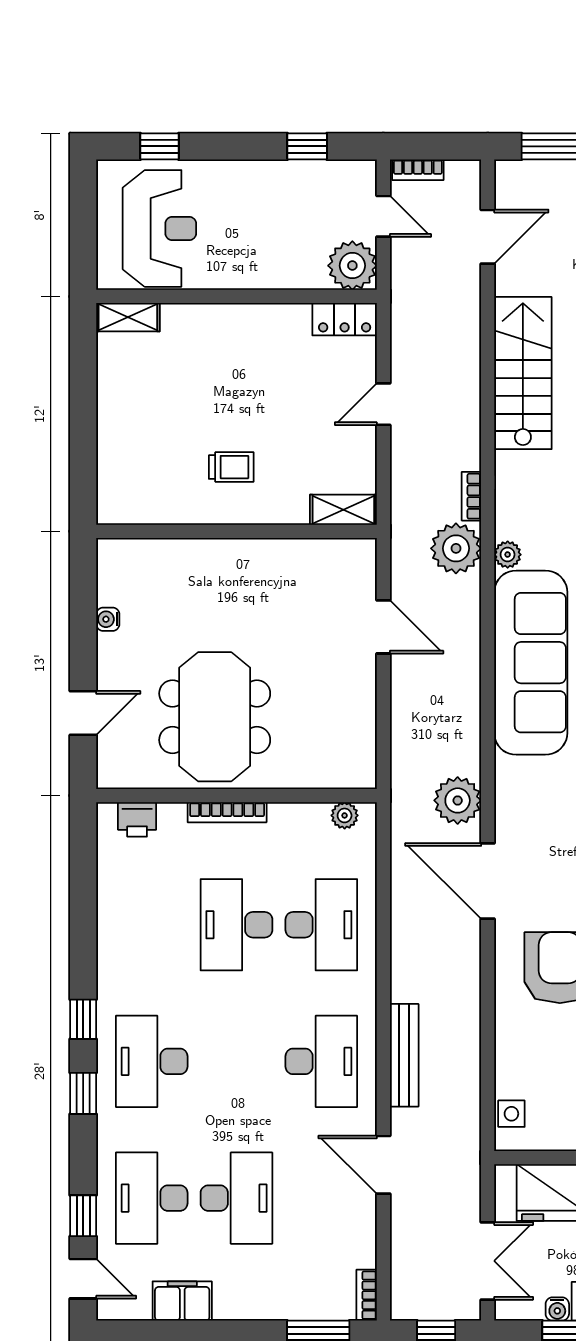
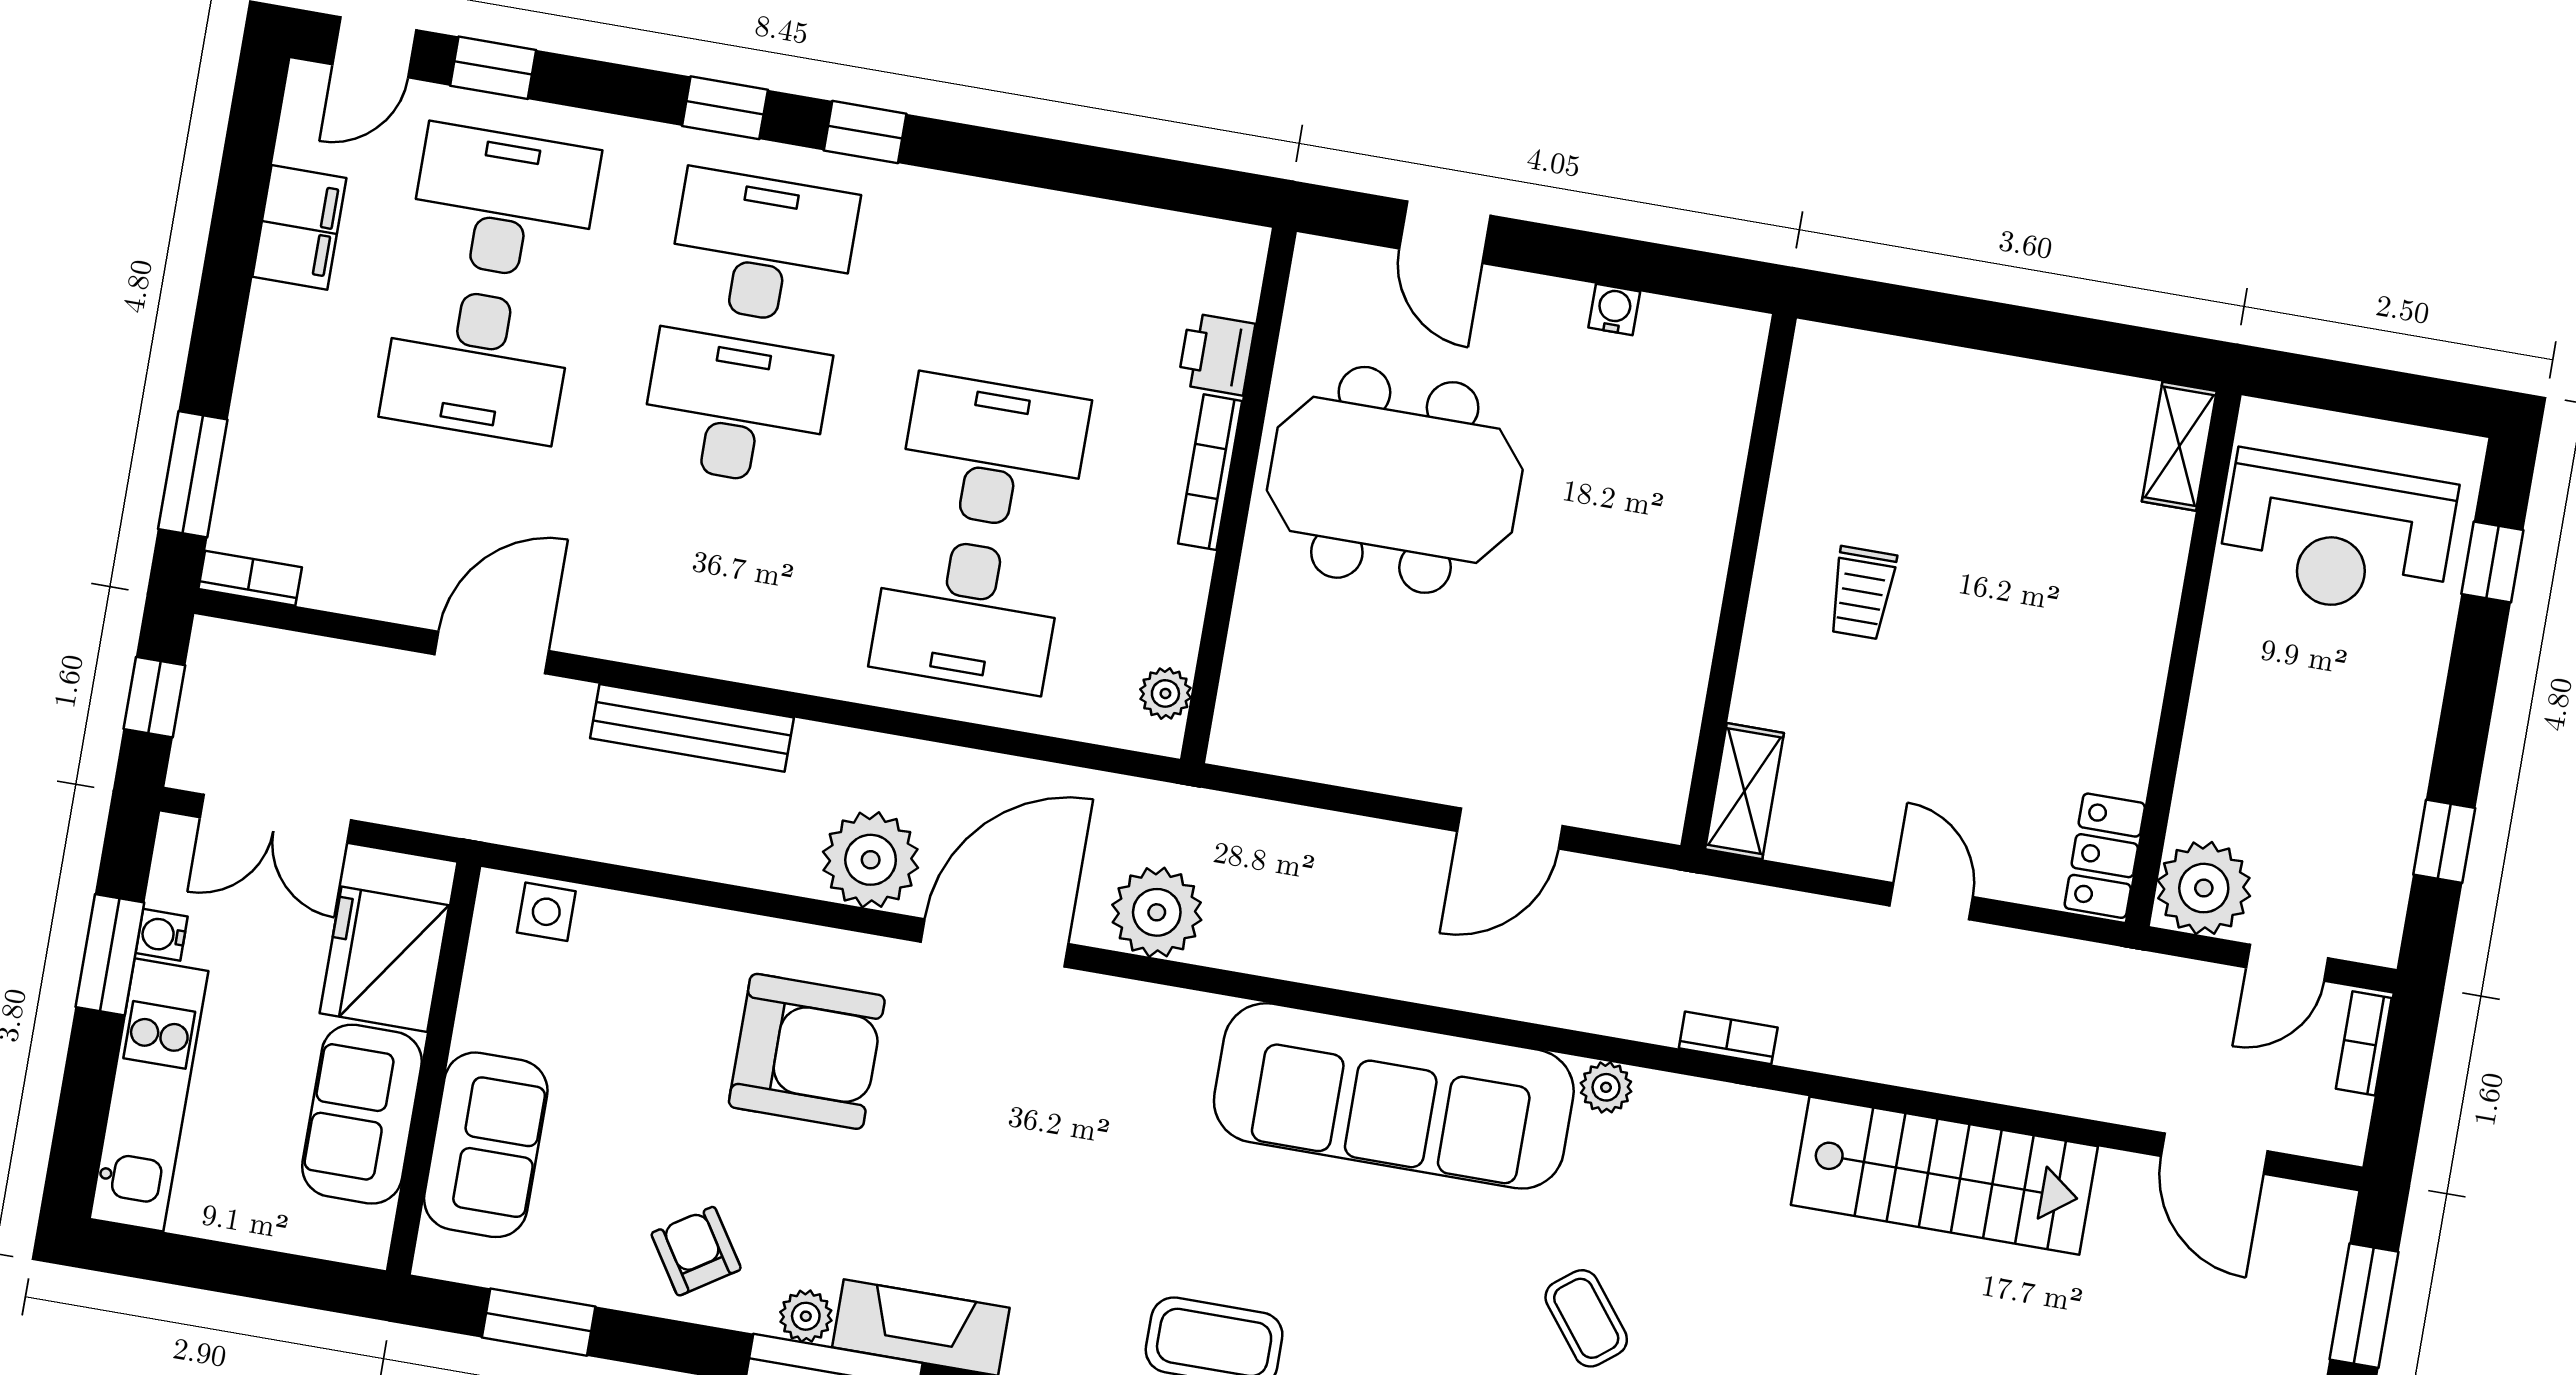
plant: (456, 548) -> (871, 860), moved
printer: (137, 819) -> (1216, 354), moved
desk: (321, 1061) -> (735, 408), moved, turned 180

